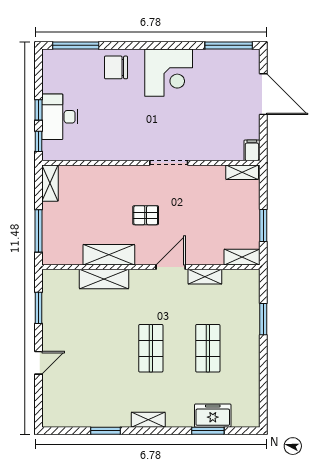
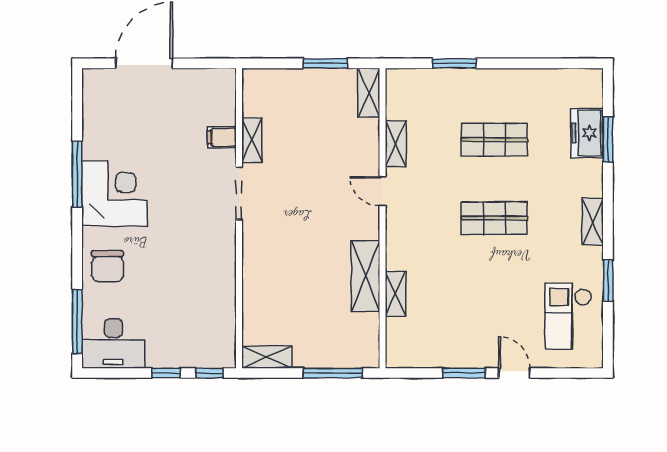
window: (229, 45) -> (77, 174), moved
desk: (60, 117) -> (113, 343), moved
filing cabinet: (252, 150) -> (222, 137), moved
shelving: (242, 172) -> (252, 140), moved
pallet: (146, 215) -> (311, 225), removed
door: (171, 267) -> (383, 191), width x0.73
shelving: (104, 279) -> (396, 294), width x0.67, depth x0.75
window: (38, 308) -> (464, 373), moved
checkout: (80, 402) -> (568, 316), added

